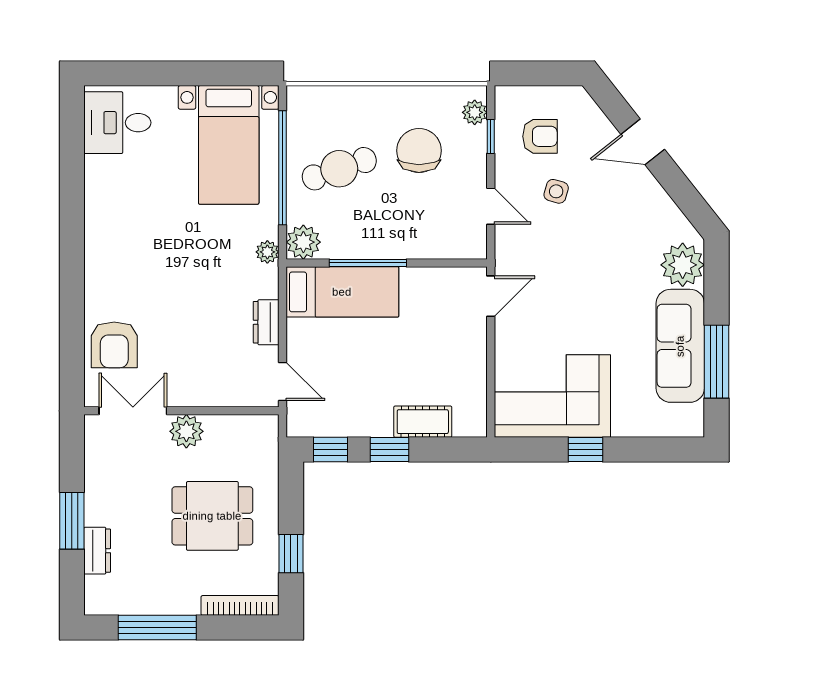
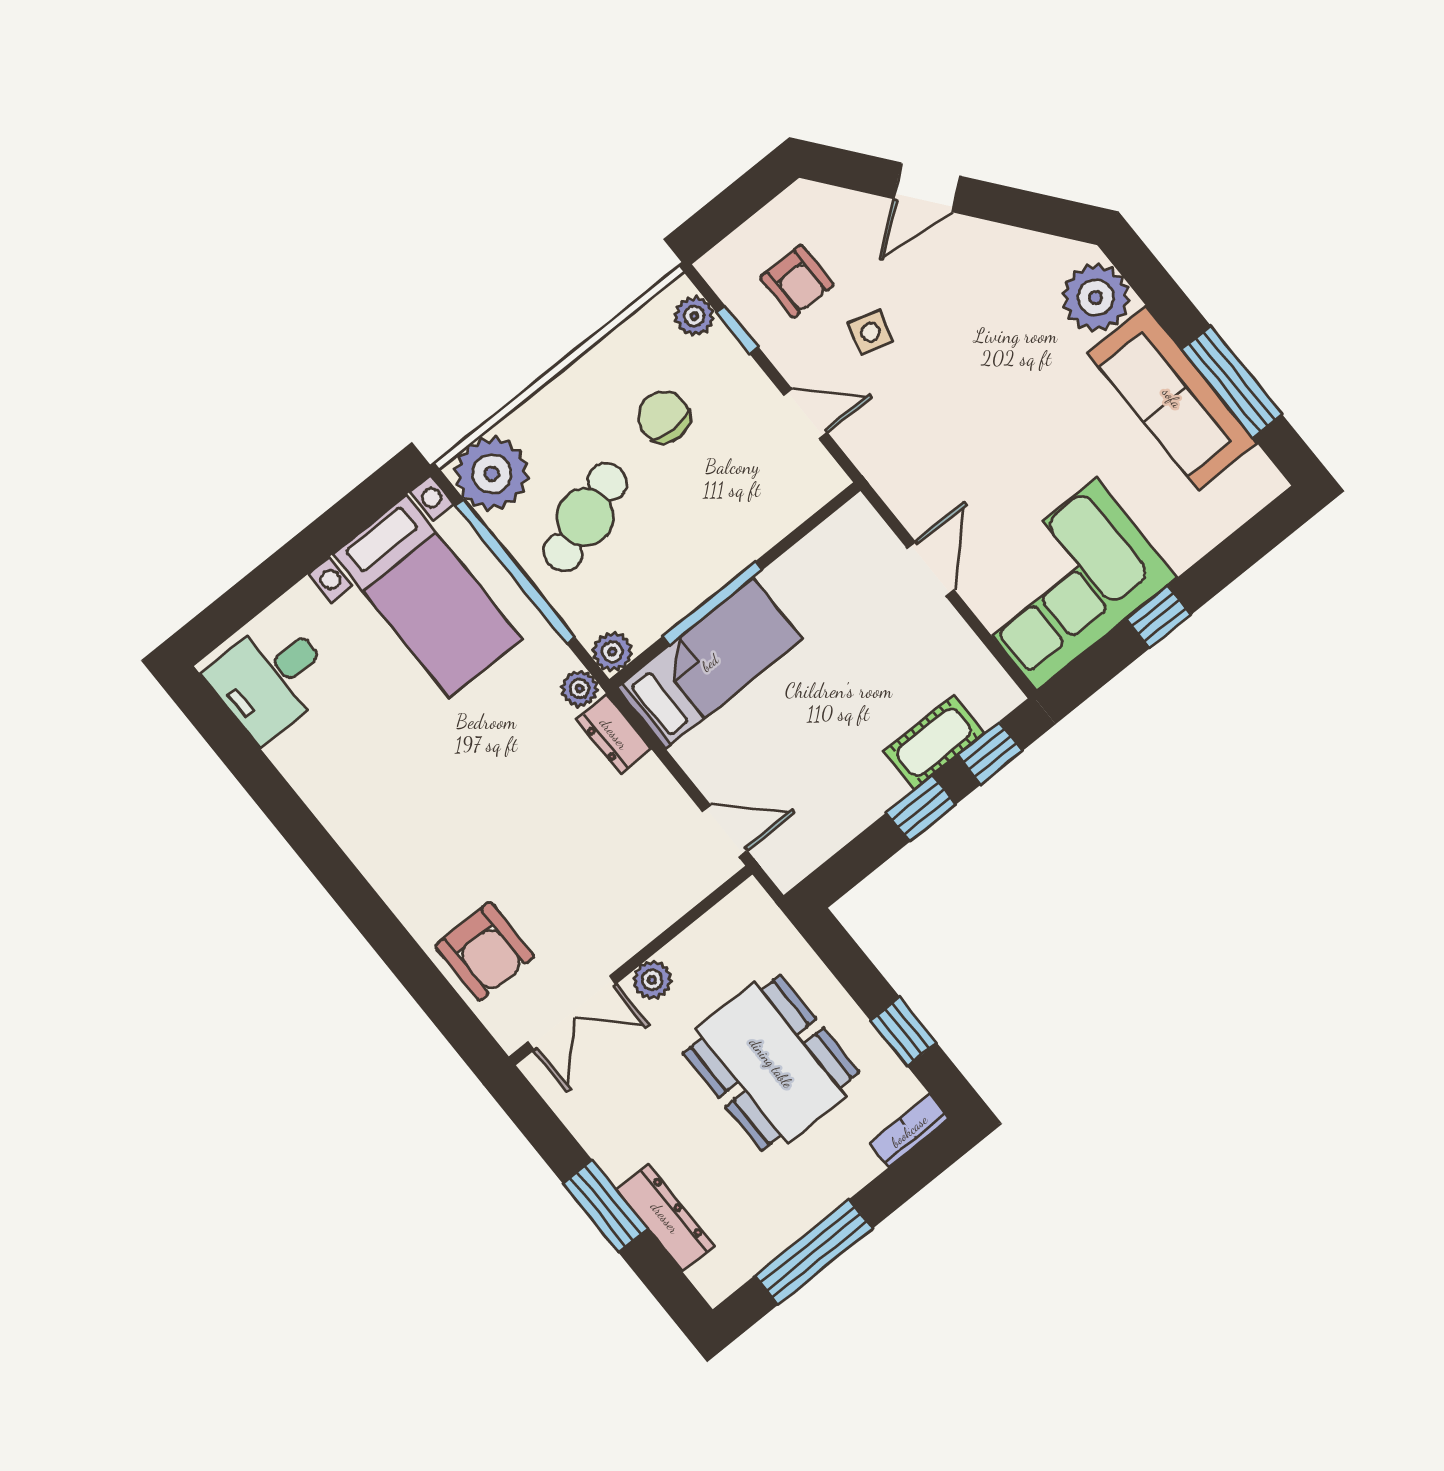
plant: (310, 110) -> (492, 474), added
armchair: (540, 136) -> (797, 281), turned 90
chair: (419, 151) -> (664, 417), width x0.73, depth x0.73
plant: (303, 242) -> (612, 652), width x0.73, depth x0.73
door: (491, 296) -> (931, 569), moved
dresser: (266, 322) -> (614, 734), moved
double door: (133, 411) -> (572, 1013), swing flipped
plant: (186, 431) -> (652, 980), width x0.73, depth x0.73
window: (330, 449) -> (990, 753), moved
dining table: (212, 516) -> (771, 1063), width x1.37
dresser: (97, 551) -> (665, 1218), width x1.44
bookcase: (240, 605) -> (909, 1131), width x0.64

